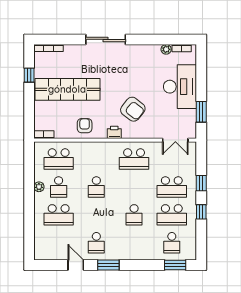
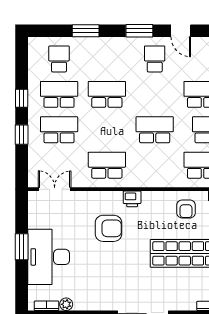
armchair: (133, 109) -> (108, 228), turned 142
window: (201, 112) -> (22, 247), moved
armchair: (85, 126) -> (186, 209), moved
school desk: (96, 187) -> (155, 130), width x1.85
school desk: (134, 215) -> (107, 94), width x1.85
window: (175, 265) -> (86, 31), moved

